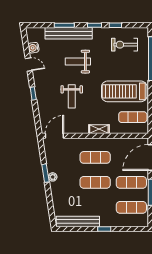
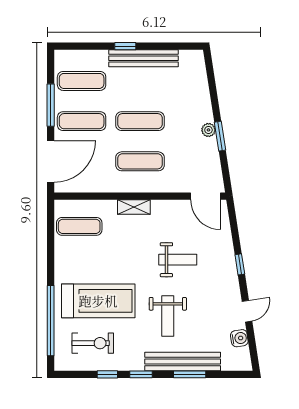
weight bench: (78, 62) -> (168, 316), turned 90
door: (29, 64) -> (247, 311), swing flipped
treadmill: (124, 91) -> (98, 301), moved
weight bench: (72, 96) -> (178, 260), turned 90
door: (54, 136) -> (206, 196), hinge flipped
bench: (78, 221) -> (143, 58), moved

